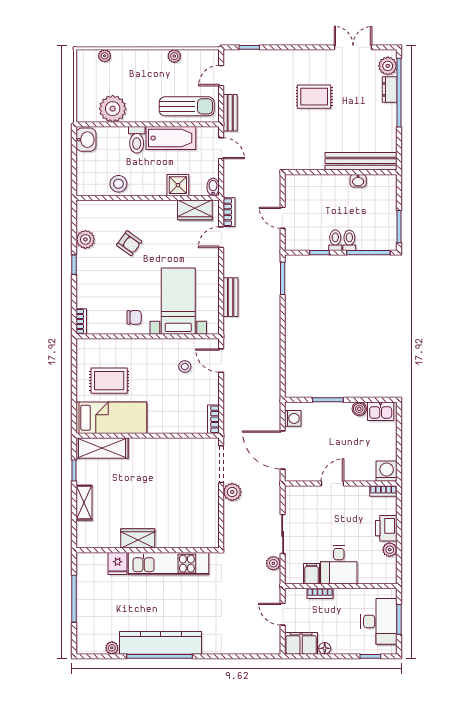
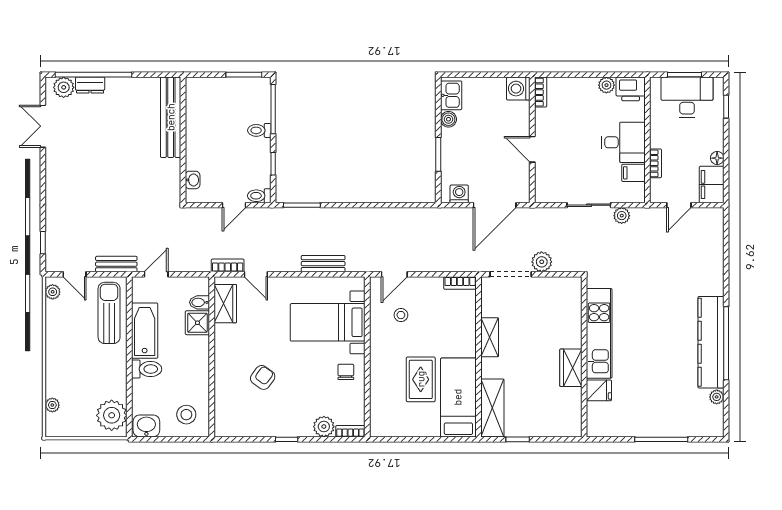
plant: (174, 56) -> (53, 292), moved
rug: (314, 97) -> (98, 170), removed
plant: (113, 109) -> (112, 415), moved
washbasin: (358, 181) -> (193, 180), moved
stool: (118, 184) -> (186, 415), moved
bidet: (213, 187) -> (200, 302), moved
plant: (85, 239) -> (324, 427), moved
toilet: (335, 240) -> (259, 196), moved
rug: (109, 381) -> (421, 379), moved
shelving: (84, 503) -> (490, 337), moved, turned 90
printer: (386, 528) -> (631, 89), moved
wardrobe: (138, 538) -> (571, 368), moved
wall: (148, 550) -> (584, 357), moved
fridge: (118, 563) -> (599, 390), moved
kitchen unit: (168, 564) -> (599, 333), moved

